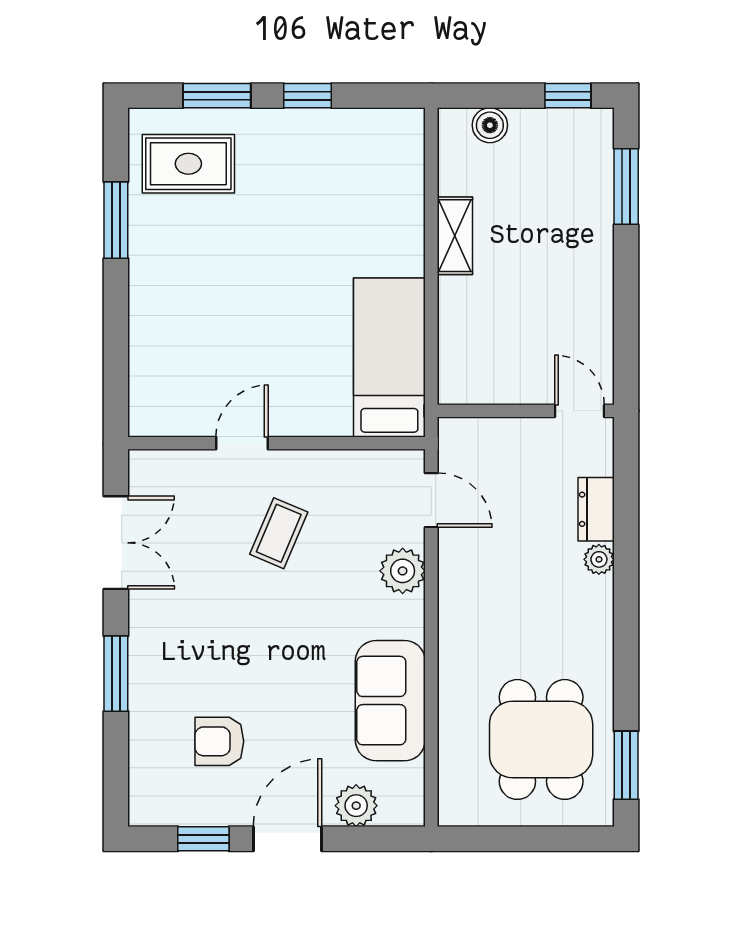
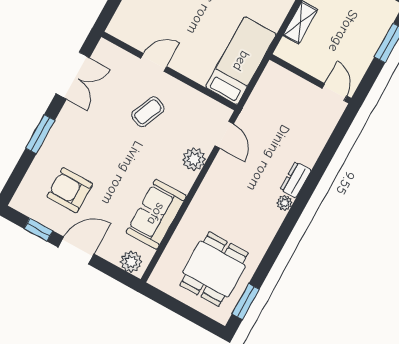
wall: (526, 411) -> (310, 79), moved
door: (580, 411) -> (335, 92), moved
armchair: (219, 741) -> (70, 190), width x1.38, depth x1.38
plant: (356, 806) -> (131, 262), moved

